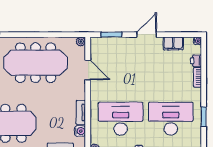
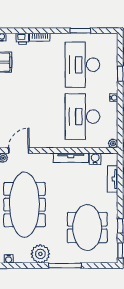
door: (88, 70) -> (19, 151), moved
tv unit: (81, 112) -> (71, 158), width x1.41

